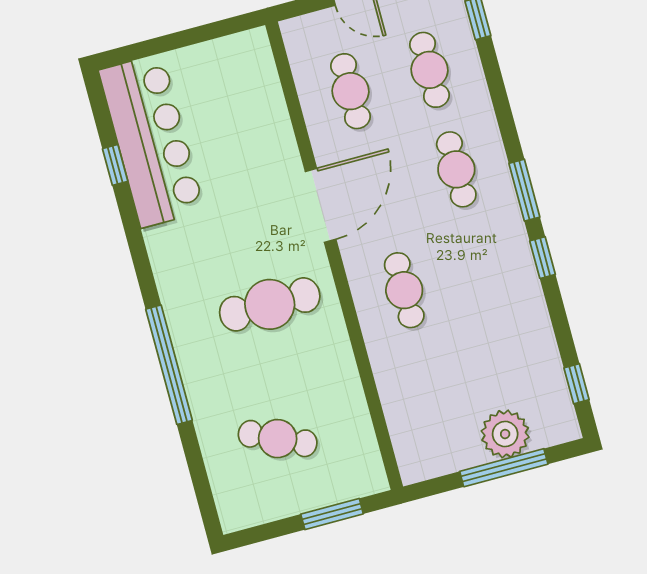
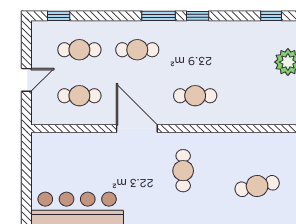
cafe table: (270, 304) -> (183, 171), width x0.73, depth x0.74
cafe table: (278, 439) -> (257, 186), turned 53

